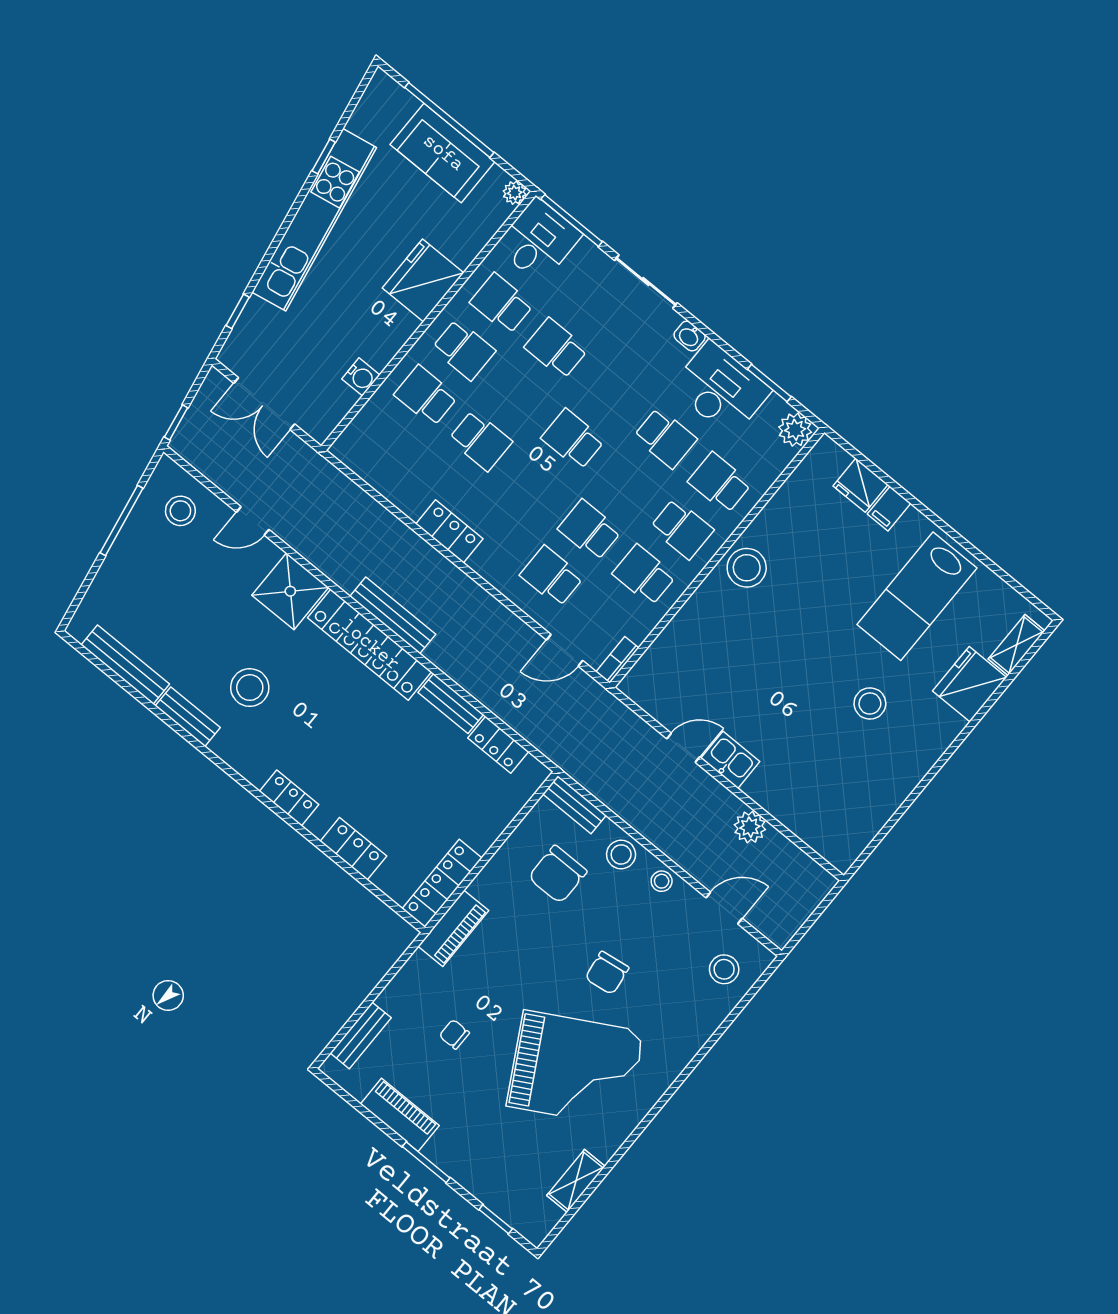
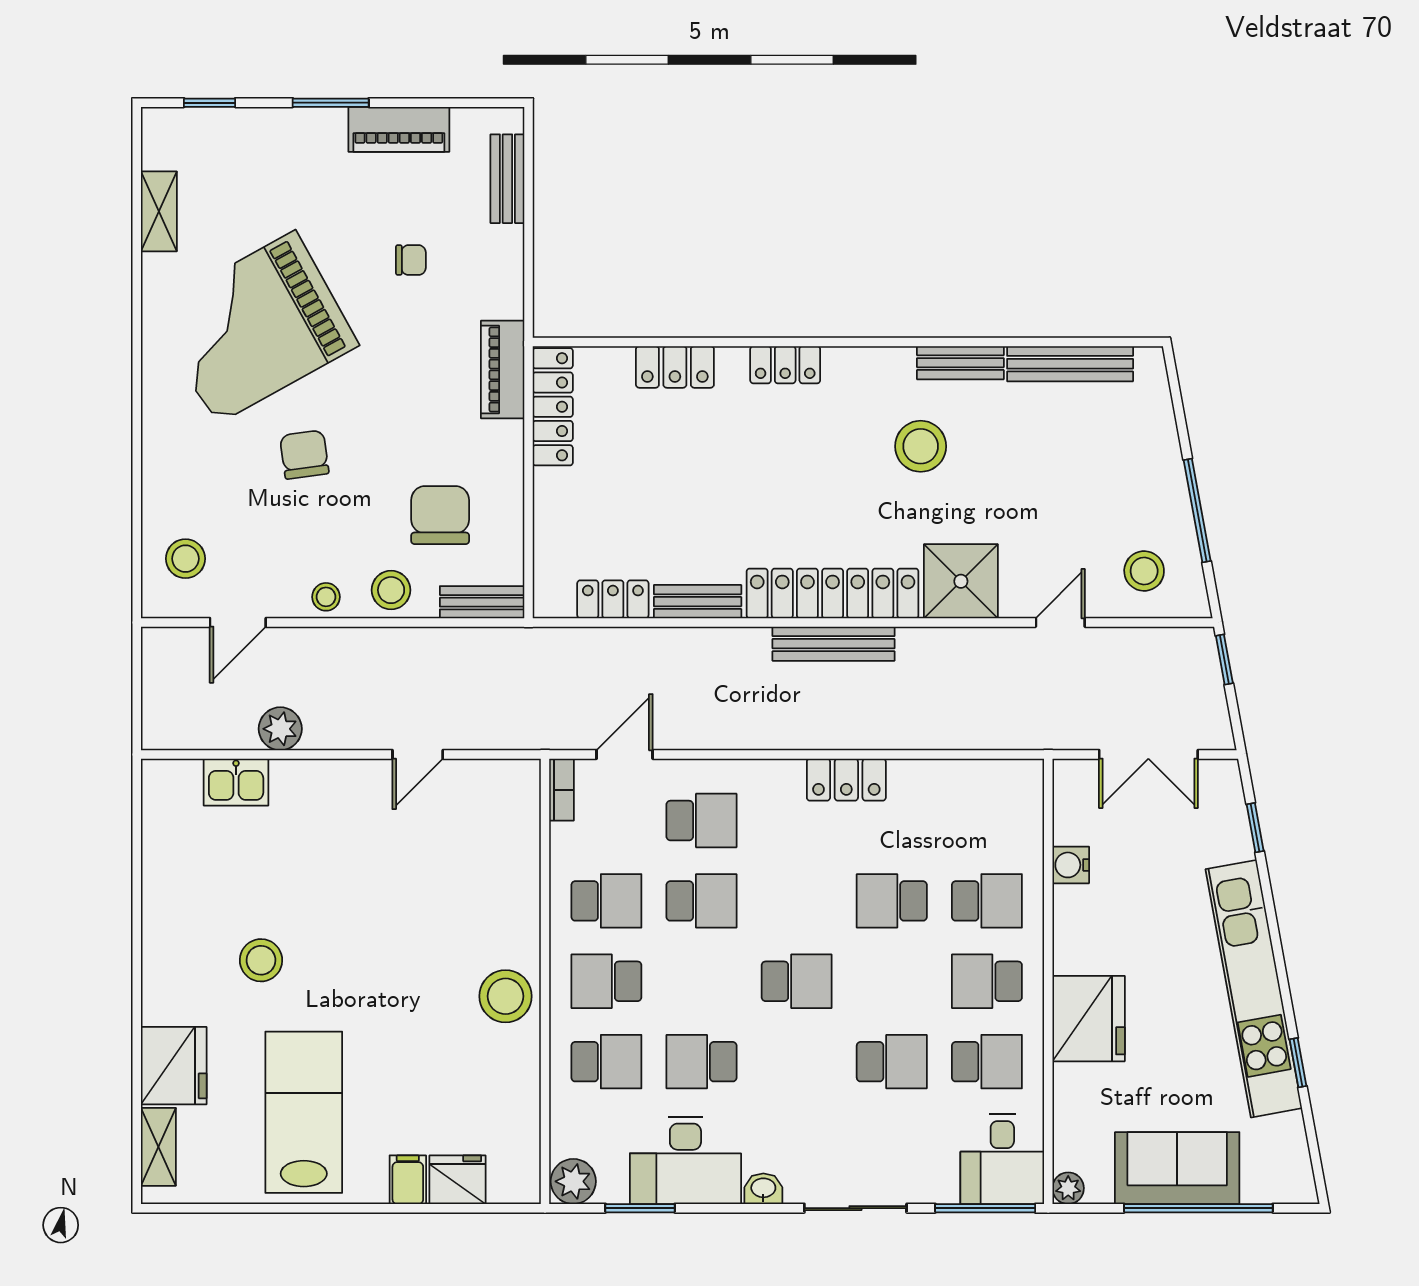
double door: (264, 404) -> (1148, 754), swing flipped
kitchen sink: (730, 760) -> (236, 782), moved

